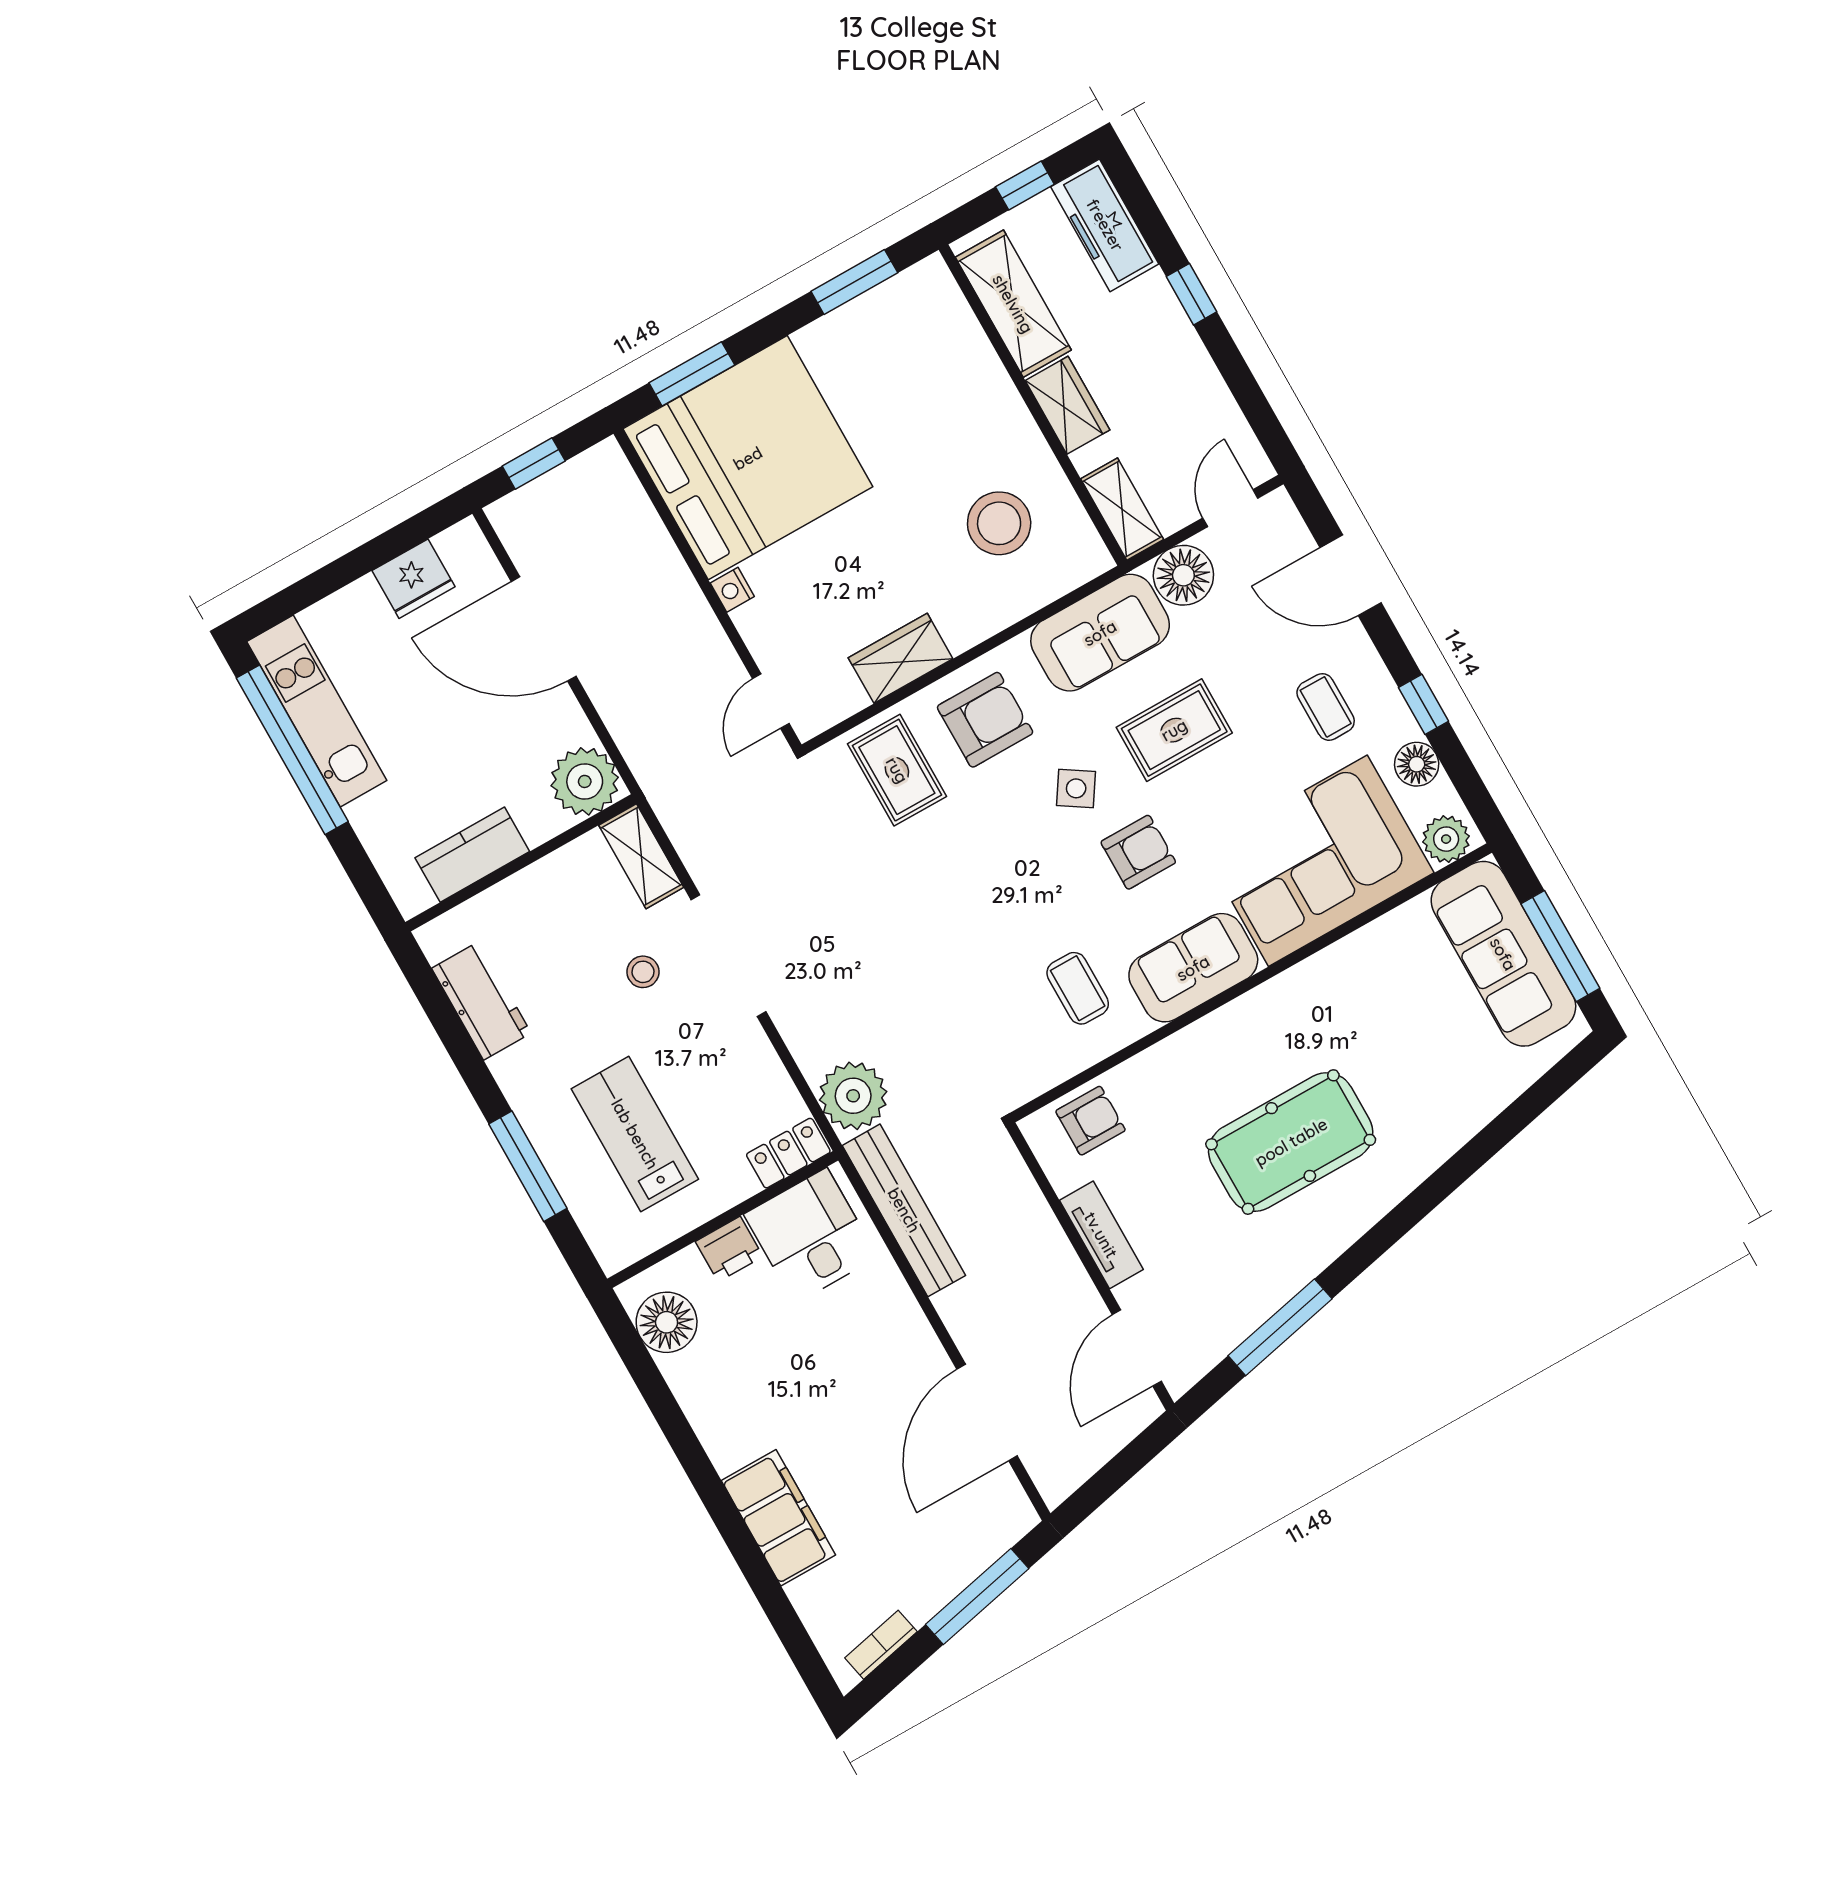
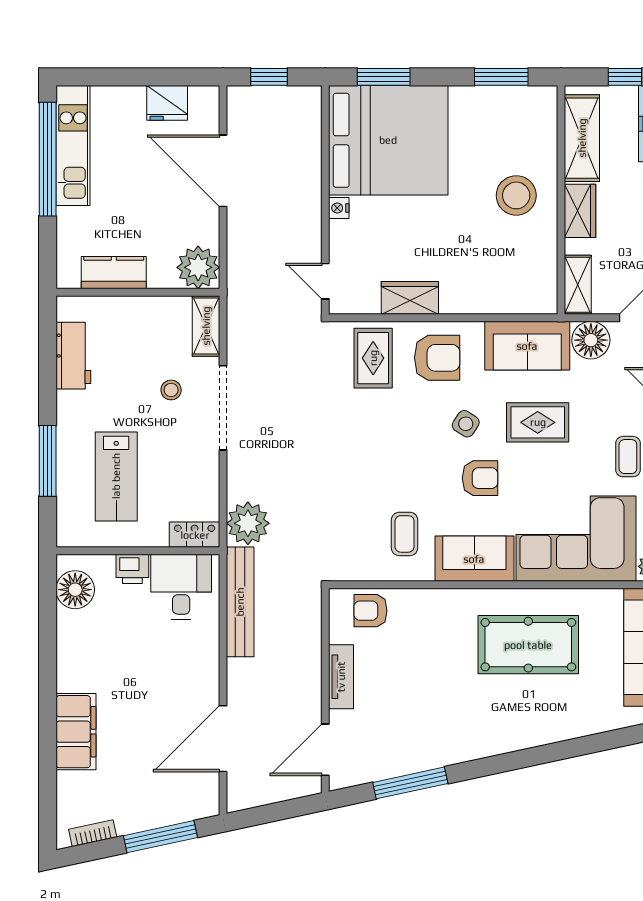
stool: (999, 523) -> (516, 195), moved
door: (771, 701) -> (325, 281), hinge flipped
armchair: (1090, 1121) -> (370, 611), turned 180
lab bench: (635, 1134) -> (116, 476), turned 180
pool table: (1291, 1142) -> (528, 645), moved

